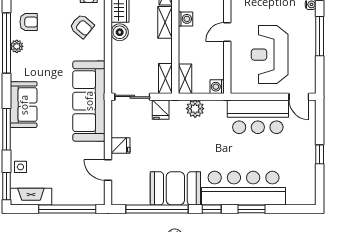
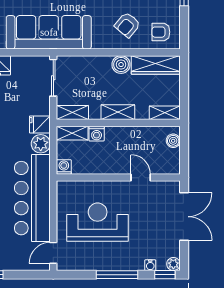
washing machine: (185, 19) -> (97, 134), moved
shelving: (165, 22) -> (118, 112), moved
door: (227, 32) -> (141, 178), moved
fridge: (161, 110) -> (40, 125), moved
bar counter: (258, 117) -> (32, 198), width x1.36

